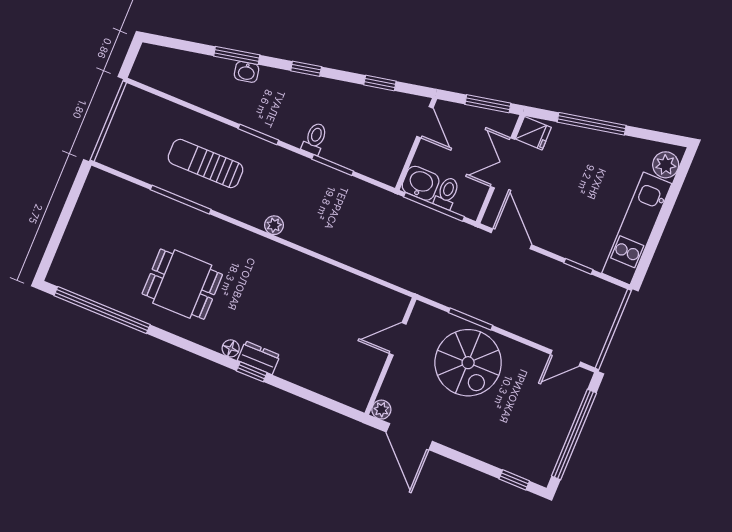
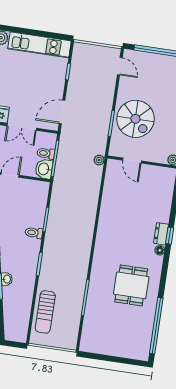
sun lounger: (206, 163) -> (45, 312), moved
plant: (274, 225) -> (99, 160), moved
spiral stairs: (468, 363) -> (135, 119), turned 90

